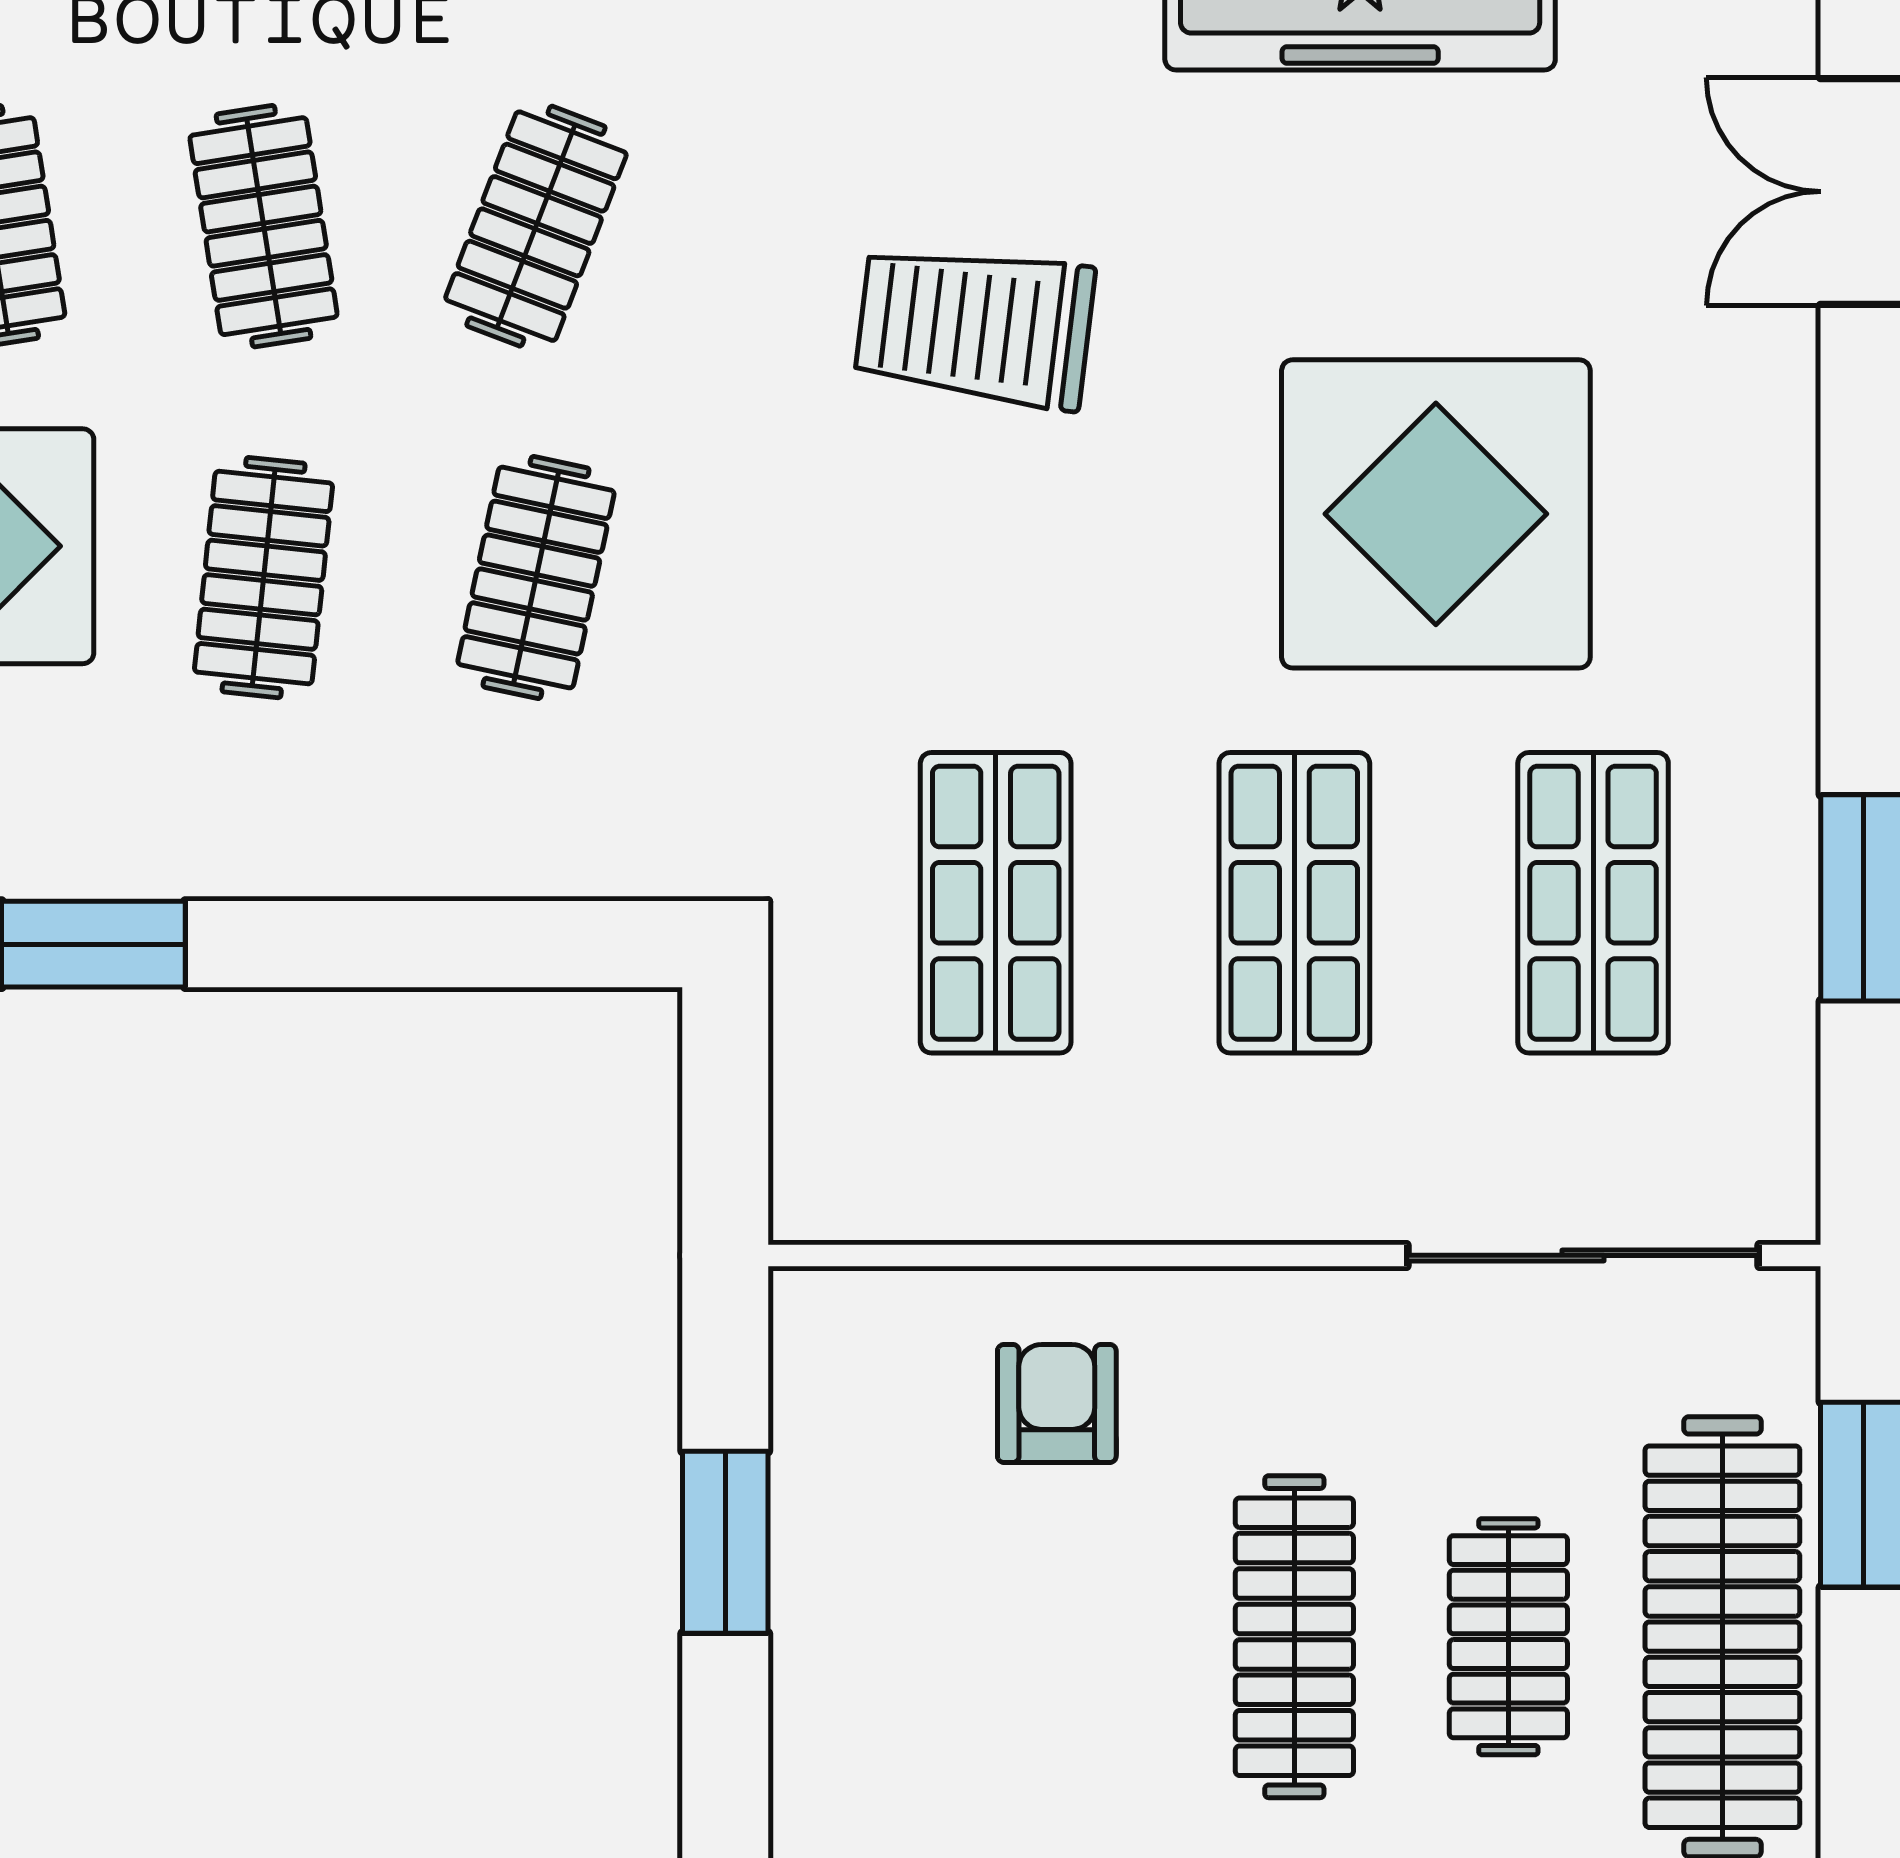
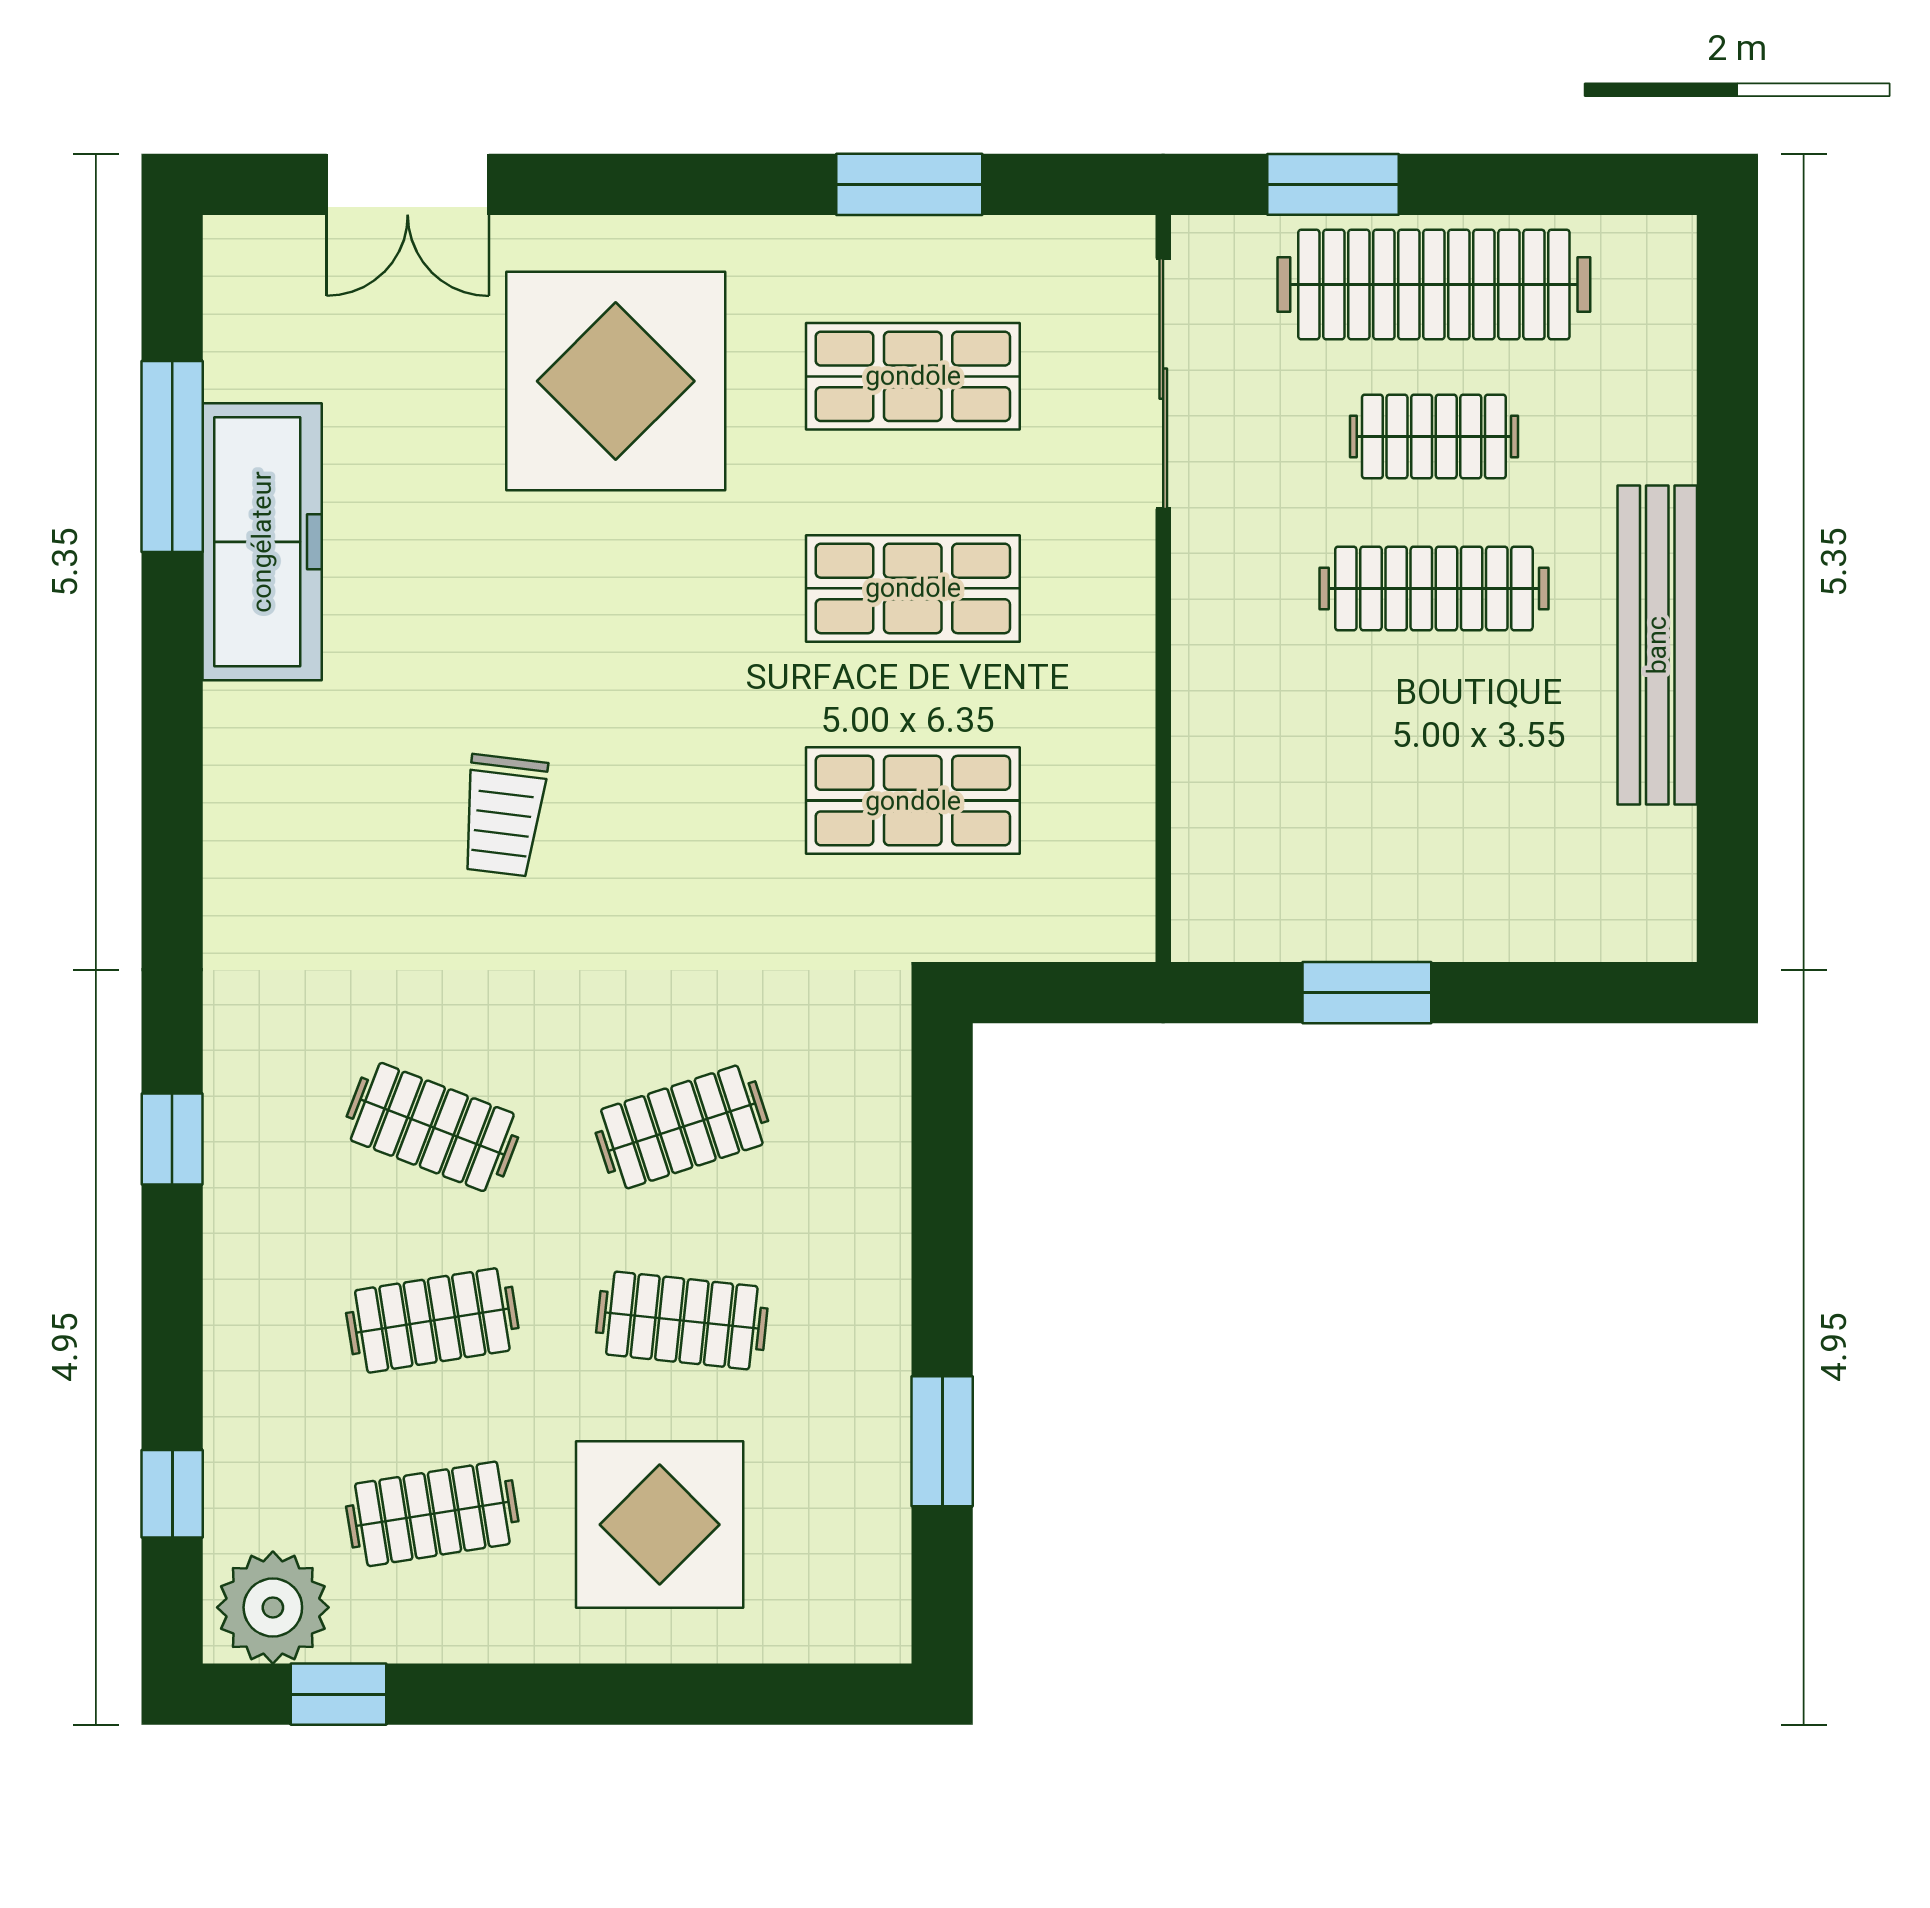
trolley: (975, 326) -> (503, 815), width x0.73, depth x0.72
display table: (1436, 514) -> (616, 381), moved
clothes rail: (536, 578) -> (682, 1127), turned -30
armchair: (1057, 1403) -> (1268, 757), removed

